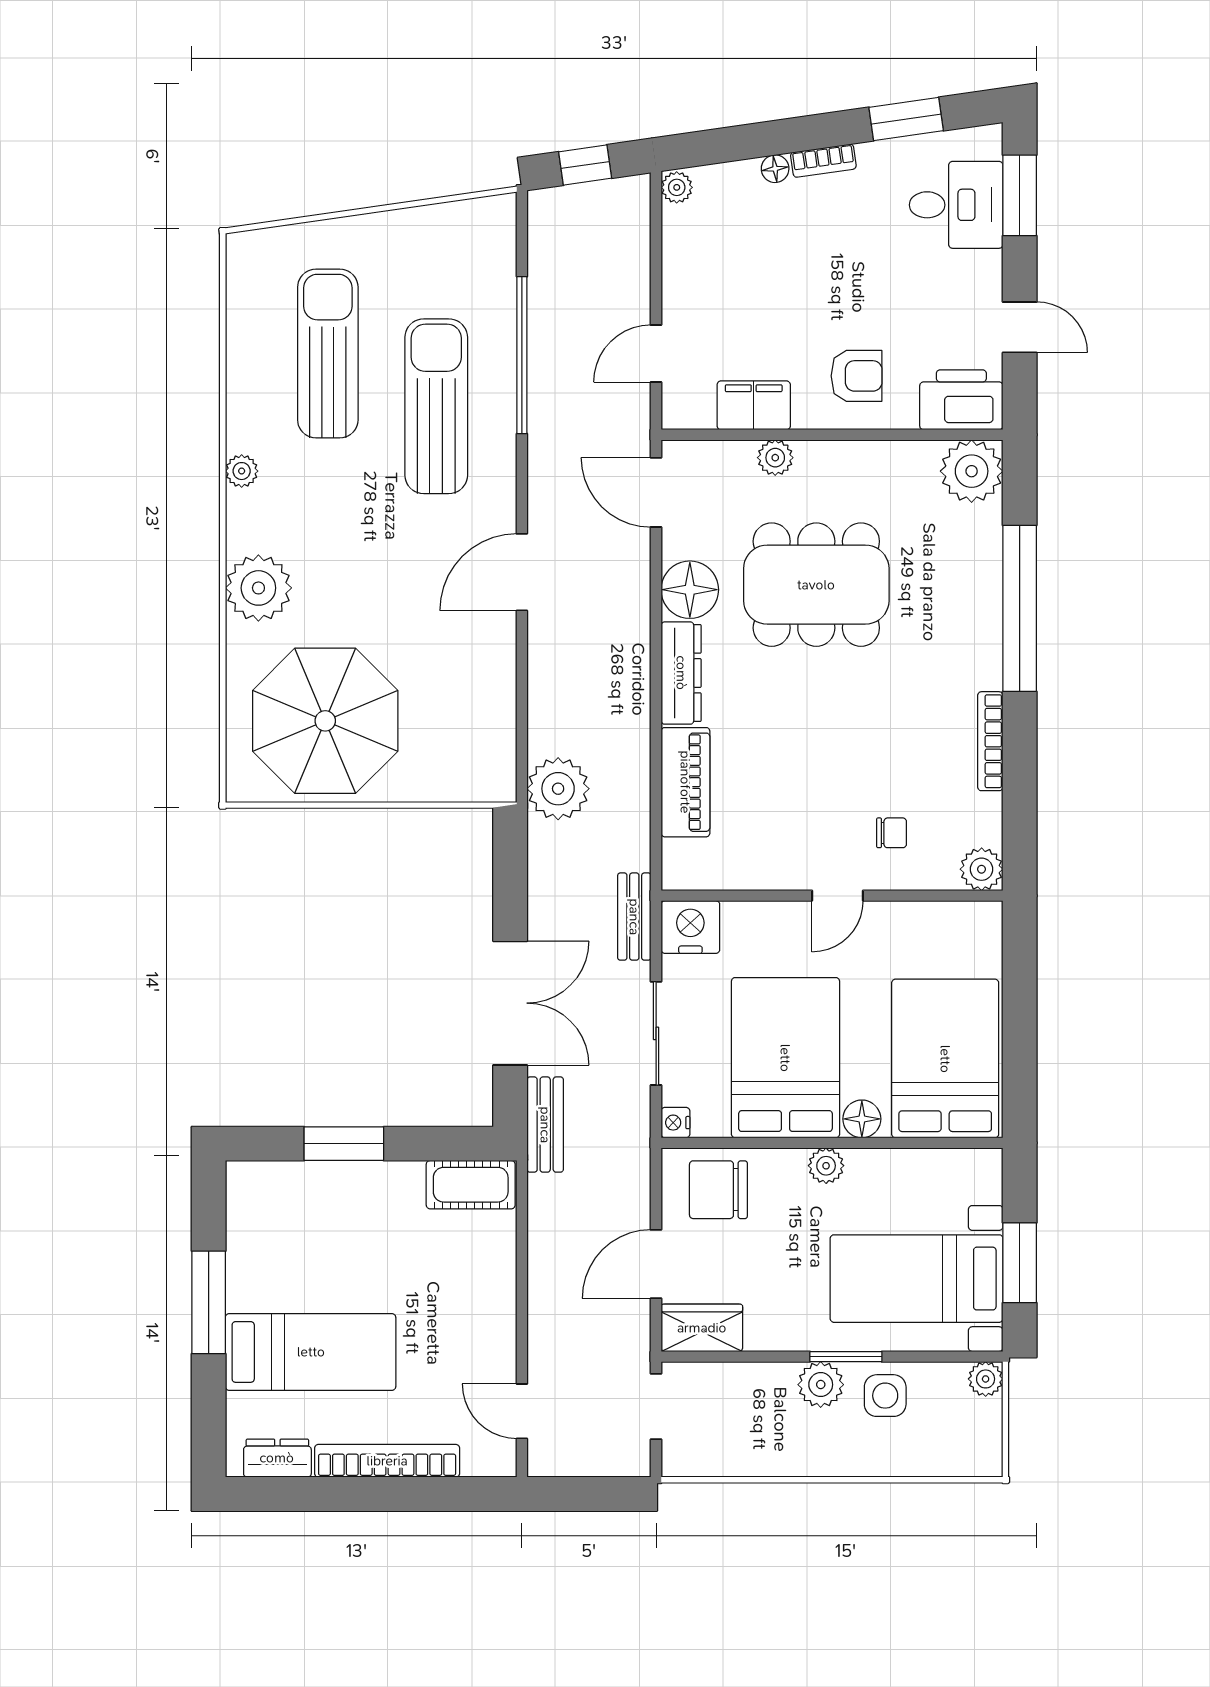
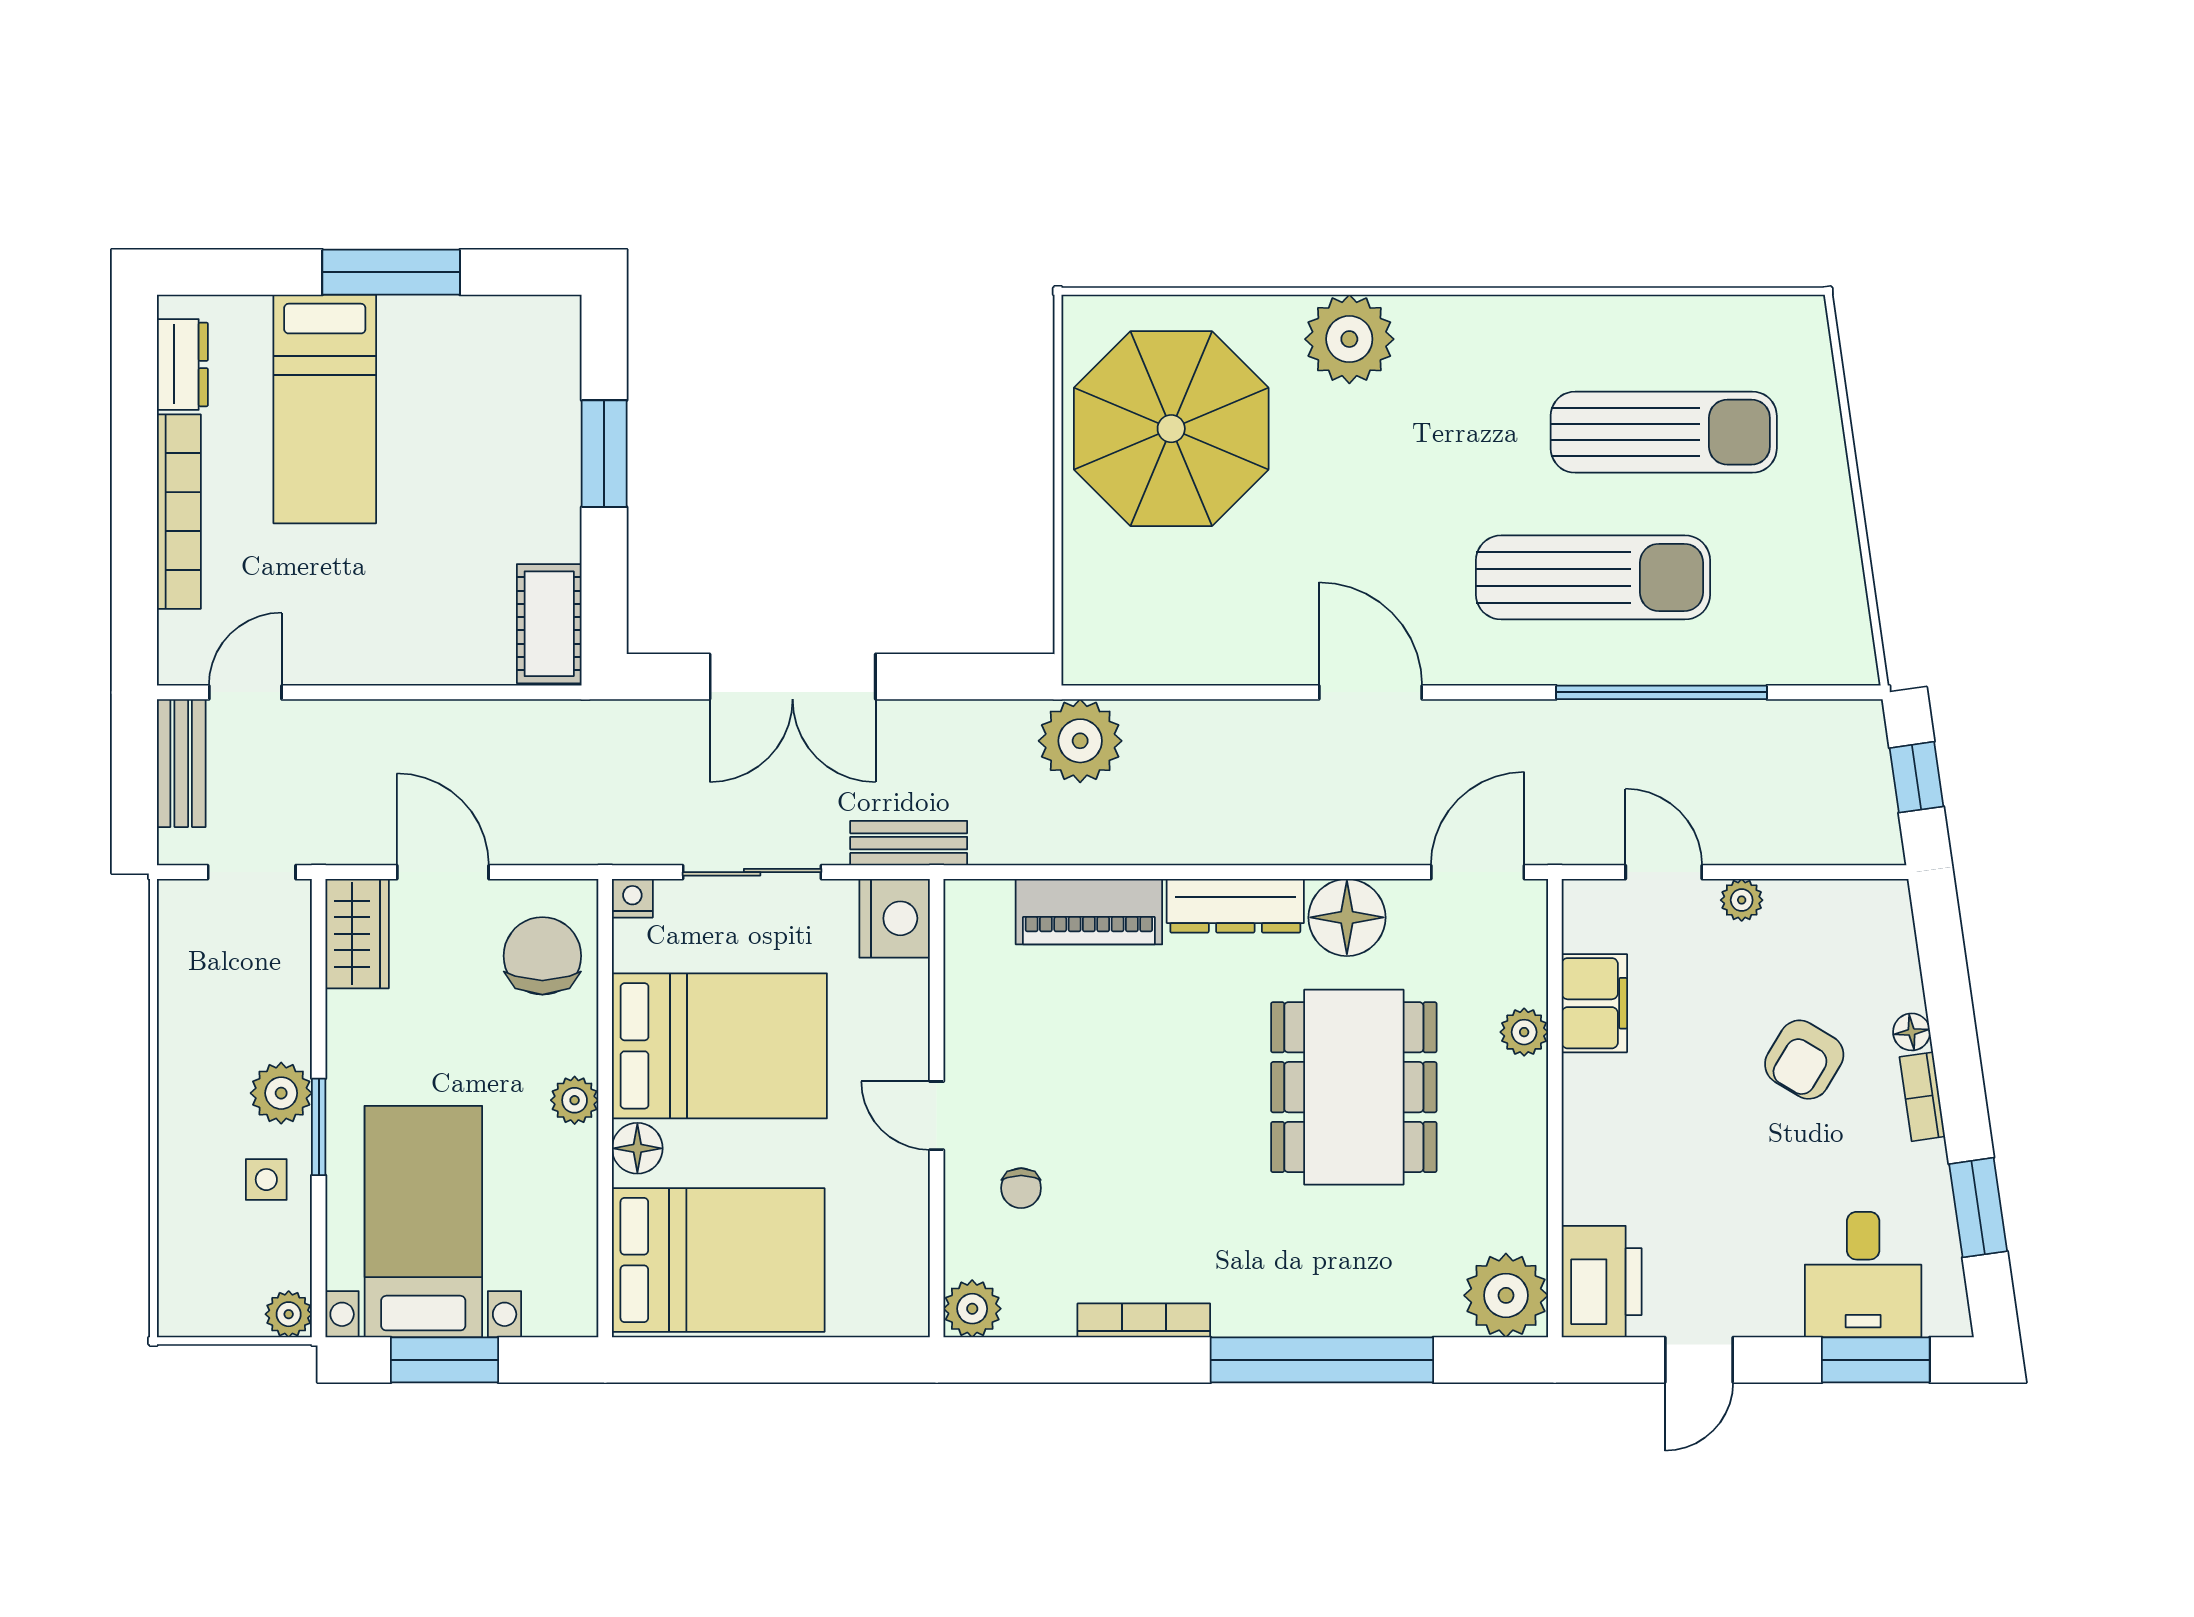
plant: (677, 187) -> (1742, 900), moved
armchair: (857, 376) -> (1804, 1060), moved, turned 31
plant: (242, 471) -> (1506, 317), removed
bench: (545, 1125) -> (181, 763), moved, turned 90
side table: (885, 1396) -> (266, 1180), width x0.73, depth x0.73

